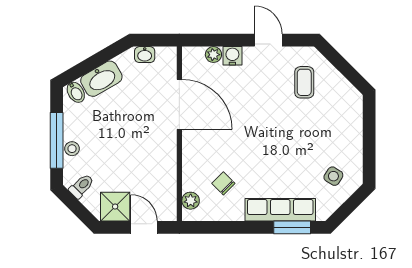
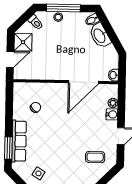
washbasin: (145, 55) -> (113, 75), moved
plant: (191, 201) -> (26, 87), removed

